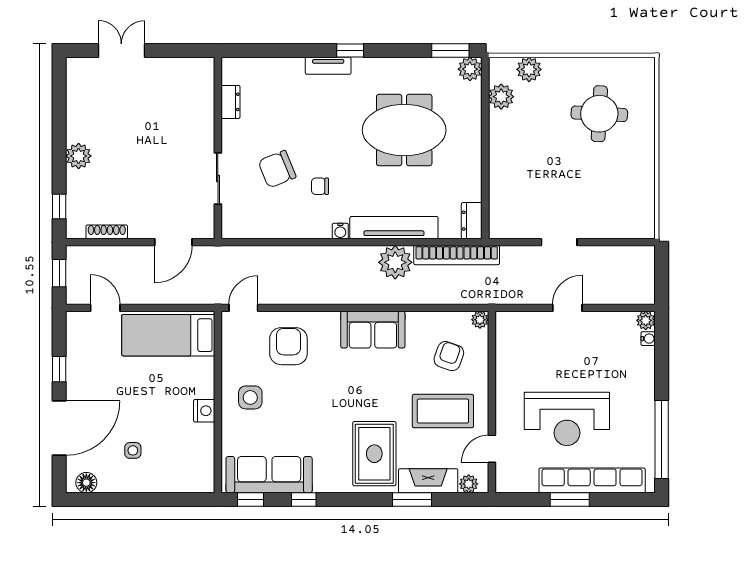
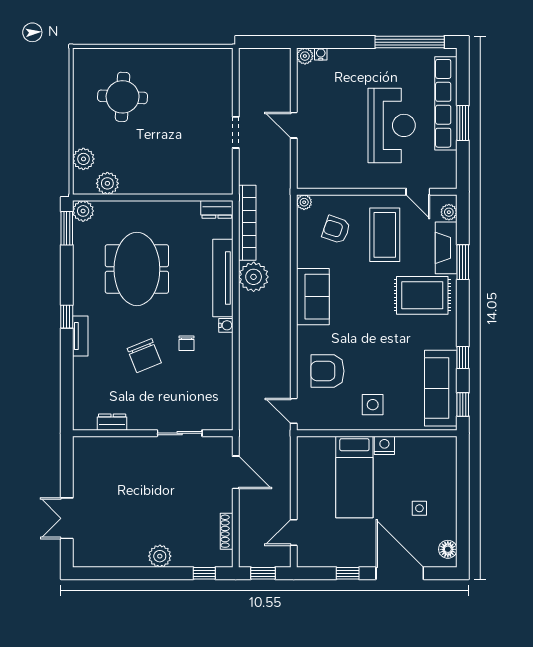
chair: (277, 169) -> (144, 356), moved
bed: (168, 335) -> (354, 477), moved

